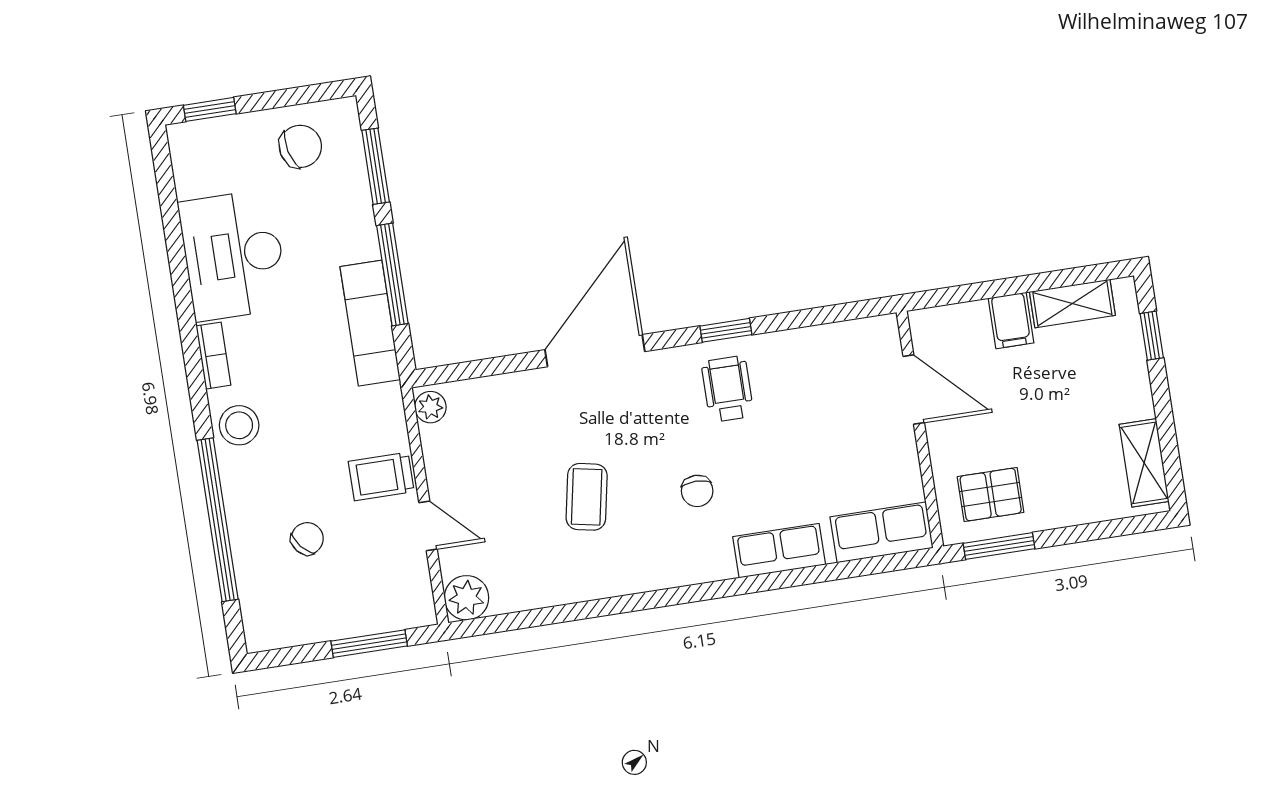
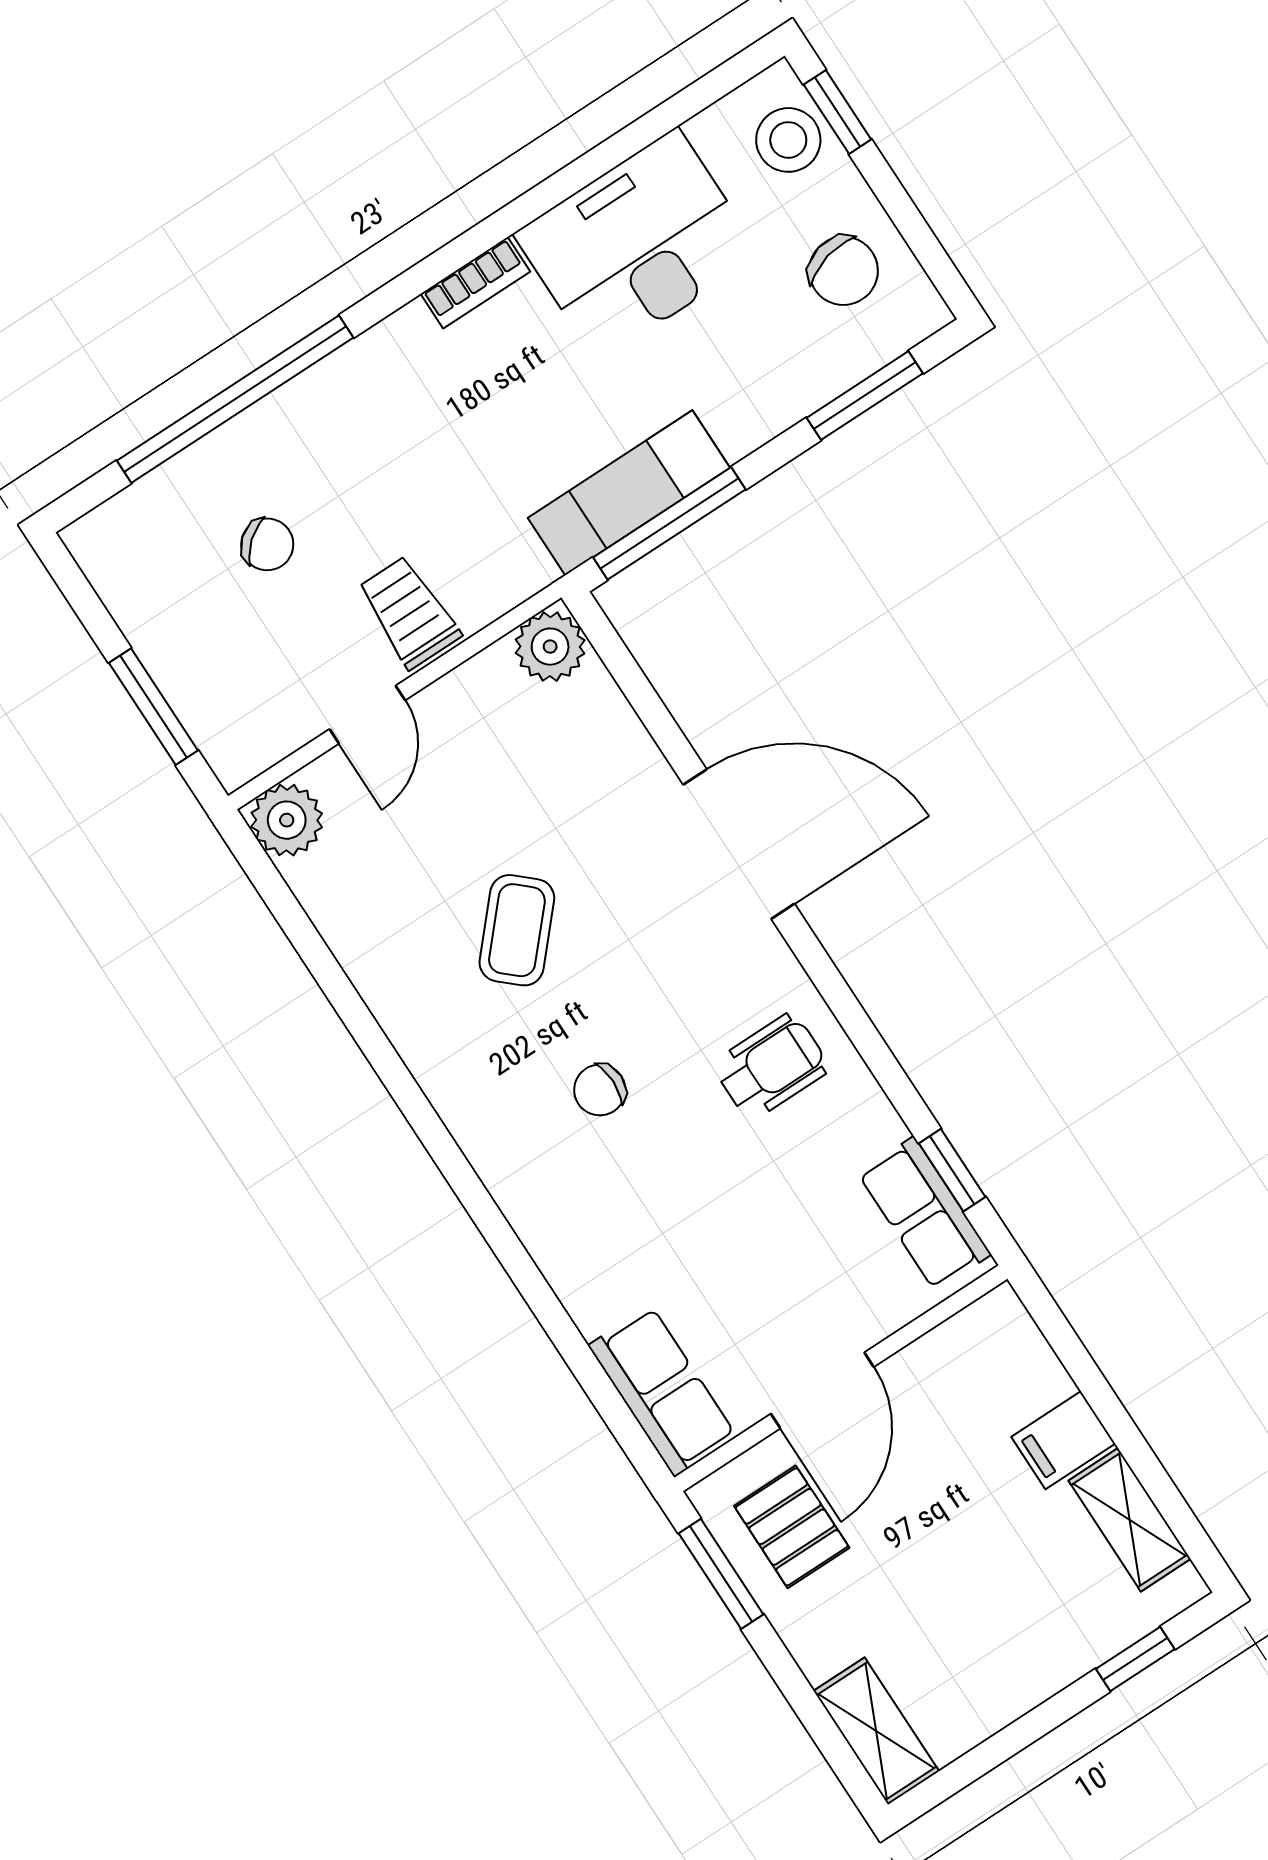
window: (392, 275) -> (669, 523), moved
window: (726, 330) -> (952, 1170), moved
door: (914, 390) -> (822, 1390), moved
plant: (430, 407) -> (550, 647), width x1.38, depth x1.38
stool: (239, 425) -> (788, 140), moved
shelving: (1144, 463) -> (876, 1731), moved, turned 90
coffee table: (587, 497) -> (517, 930), turned -59
row of seats: (779, 551) -> (924, 1214), moved, turned 180

